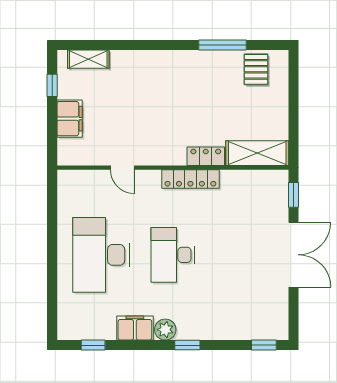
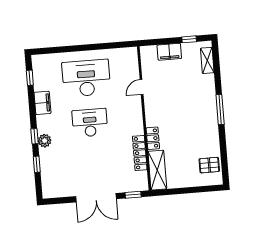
window: (222, 45) -> (220, 109), moved
locker: (190, 179) -> (140, 153), moved
plant: (165, 330) -> (45, 141), moved
window: (264, 345) -> (37, 164), moved

